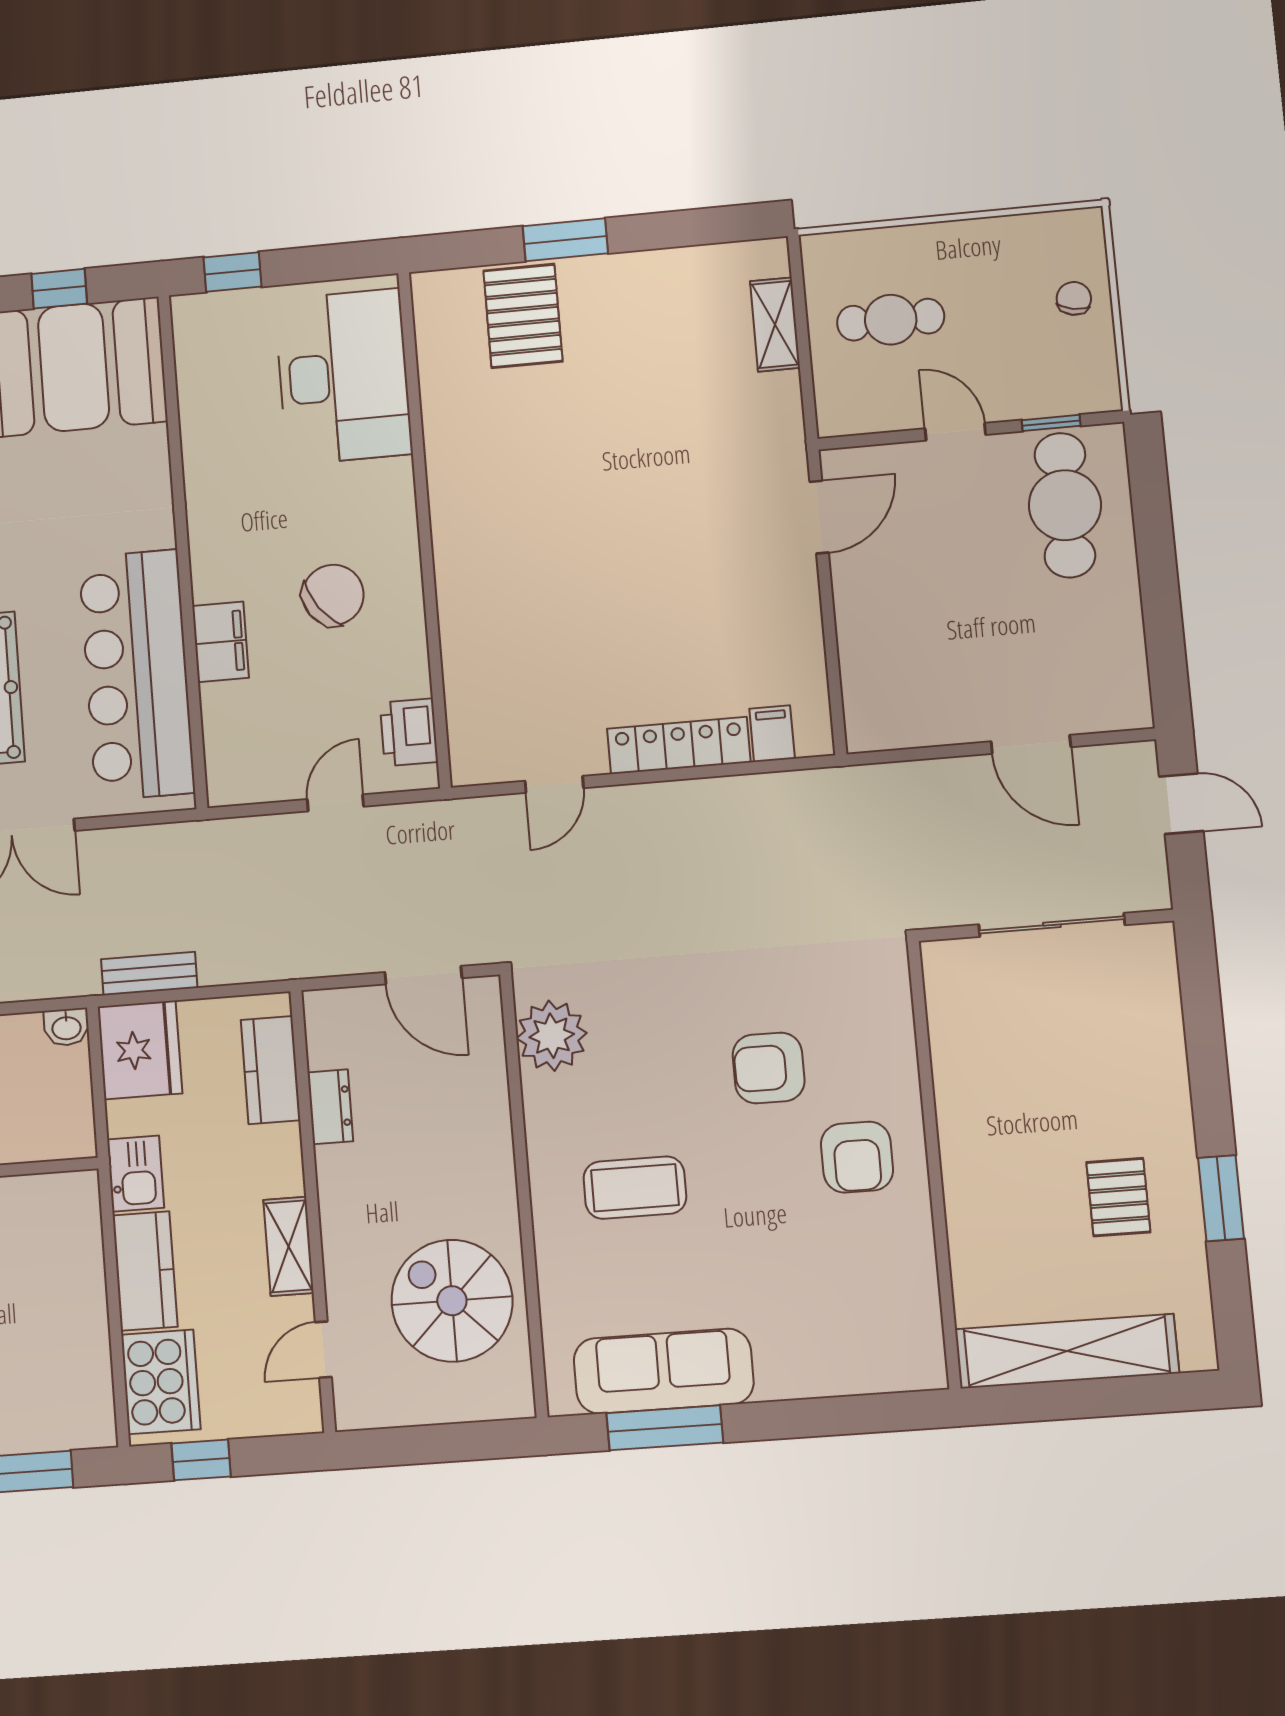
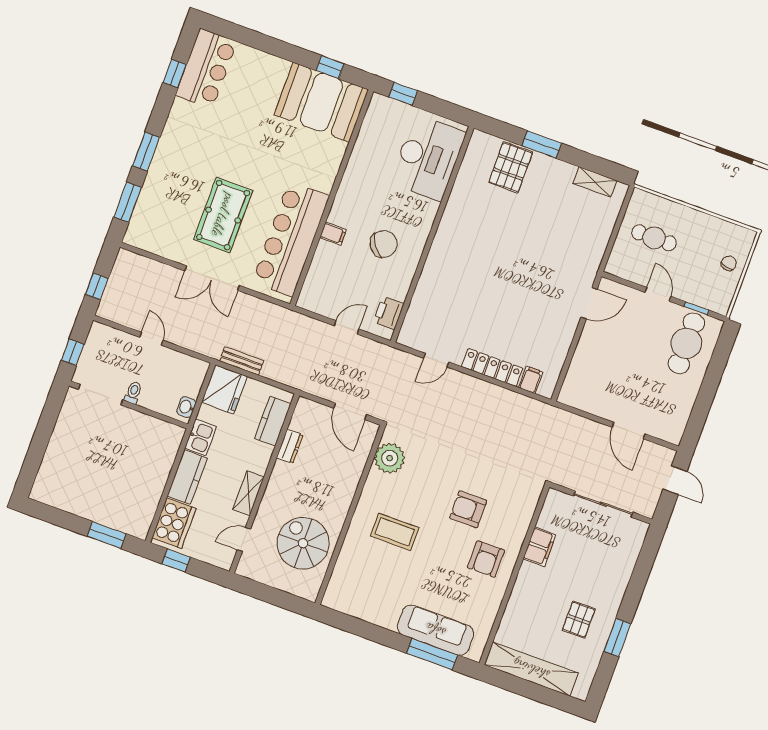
shelving: (775, 324) -> (595, 182), moved, turned 90
filing cabinet: (220, 642) -> (333, 234), width x0.50
washbasin: (66, 1027) -> (186, 407), moved, turned 90
filing cabinet: (959, 1079) -> (539, 547), added
sofa: (664, 1371) -> (435, 630), moved
window: (665, 1428) -> (432, 654), moved

